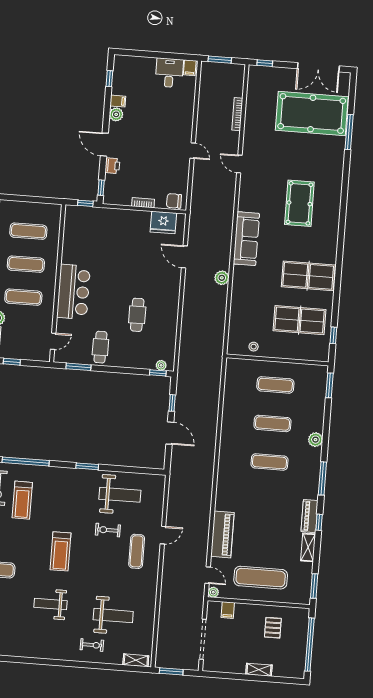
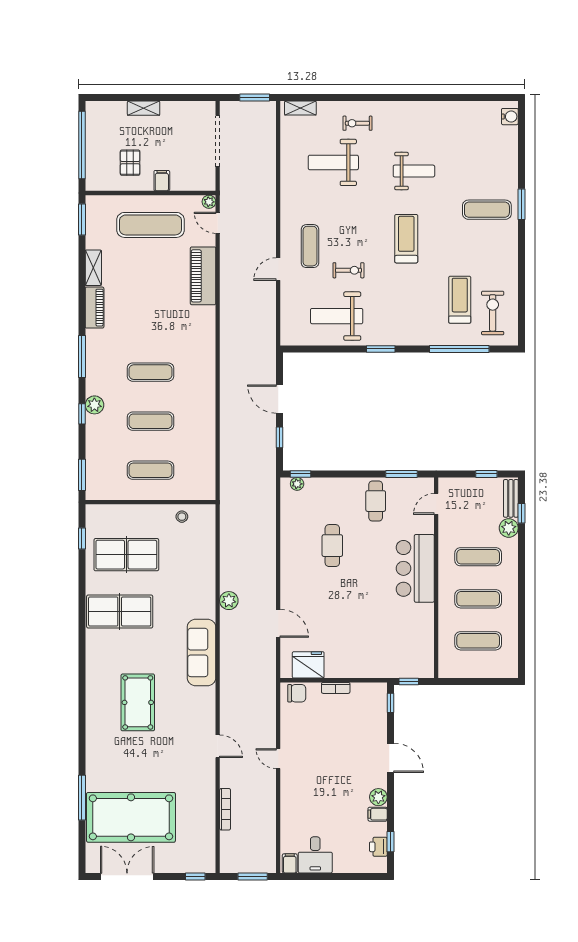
printer: (112, 166) -> (378, 847), moved
window: (319, 522) -> (82, 414), moved
filing cabinet: (228, 610) -> (162, 181), moved

